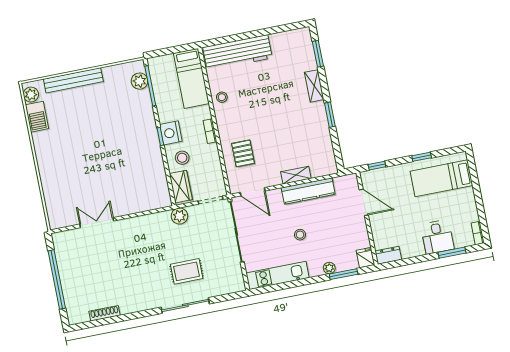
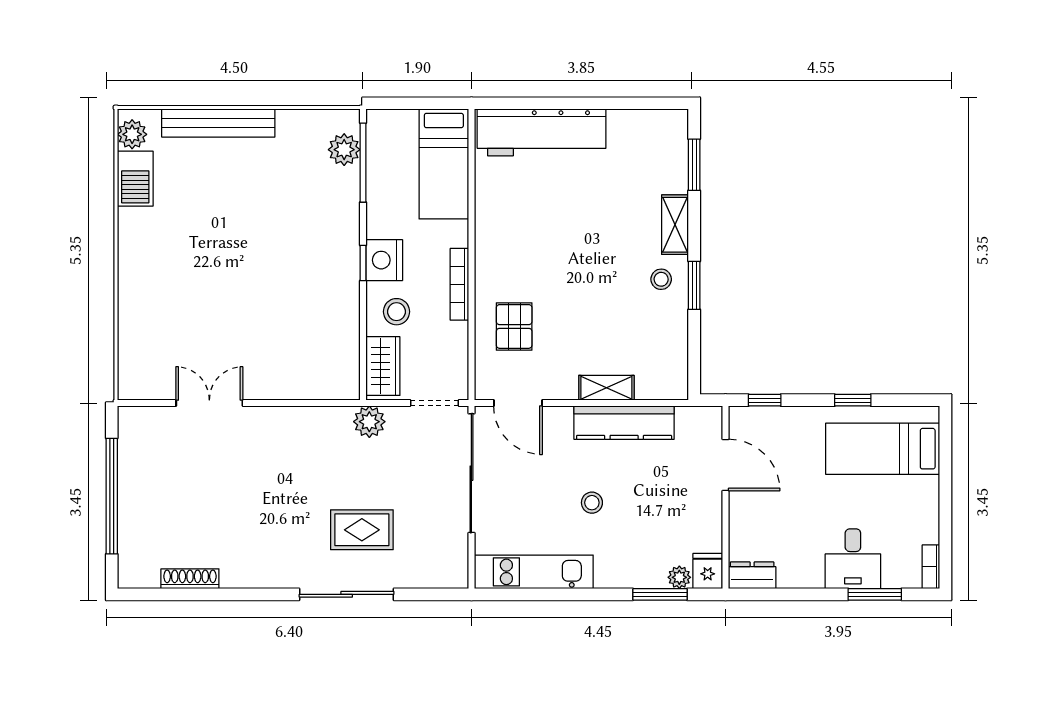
stool: (222, 97) -> (661, 279), moved
bookcase: (210, 131) -> (459, 284), width x1.56
plant: (329, 268) -> (679, 577), moved

